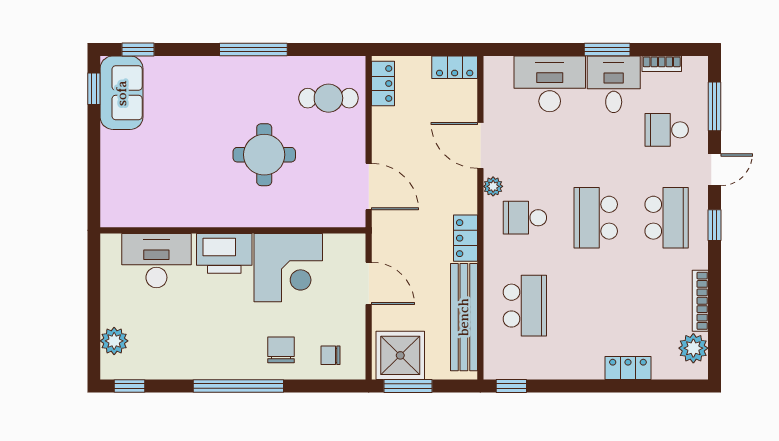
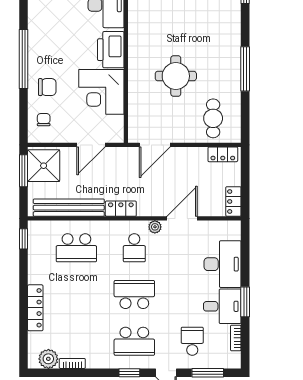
school desk: (525, 218) -> (134, 248), turned 180
bookcase: (700, 301) -> (72, 363), width x0.64
locker: (628, 368) -> (35, 308), width x1.53

